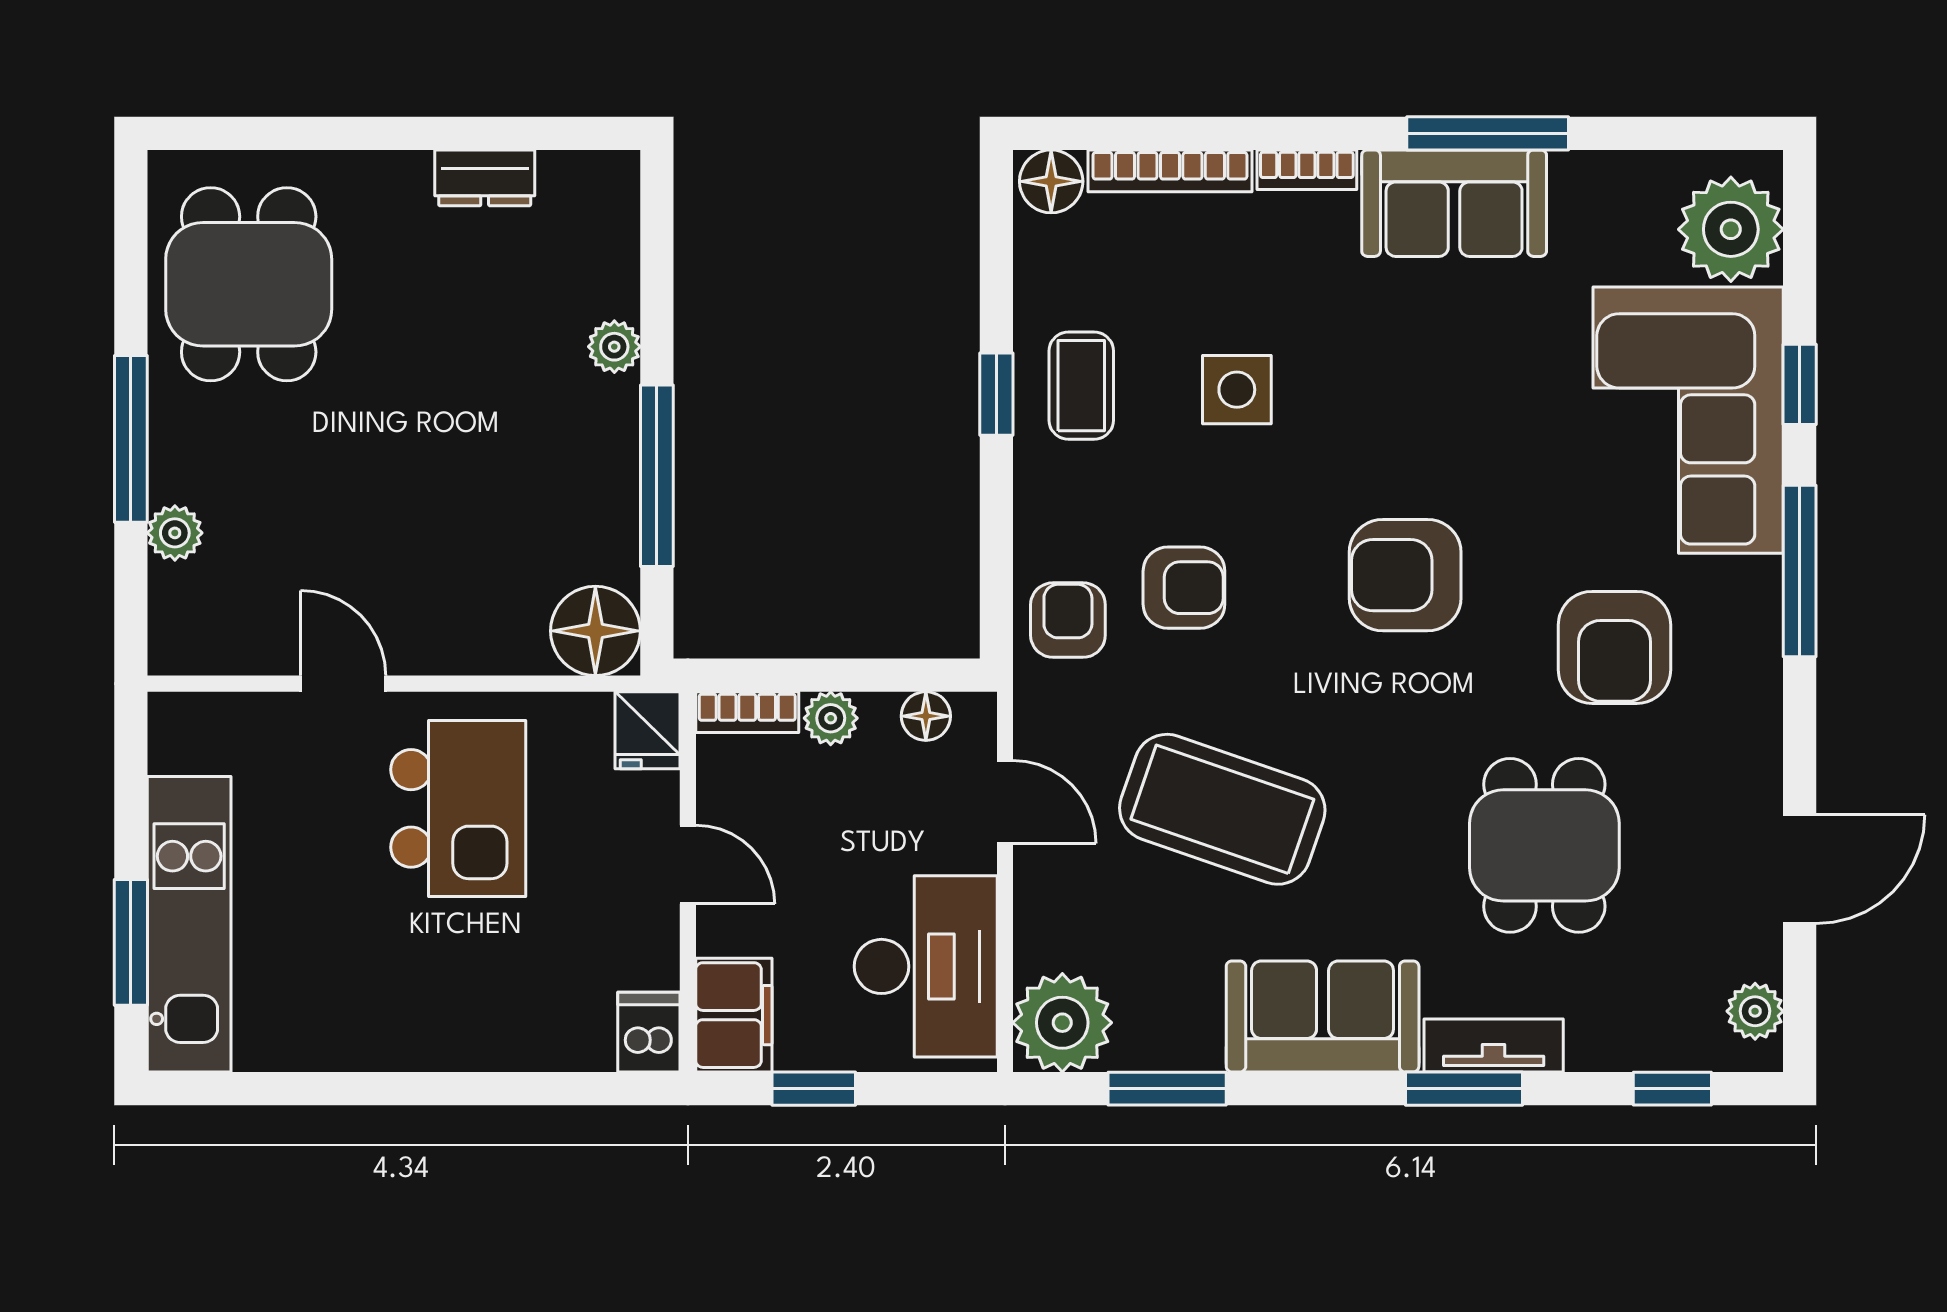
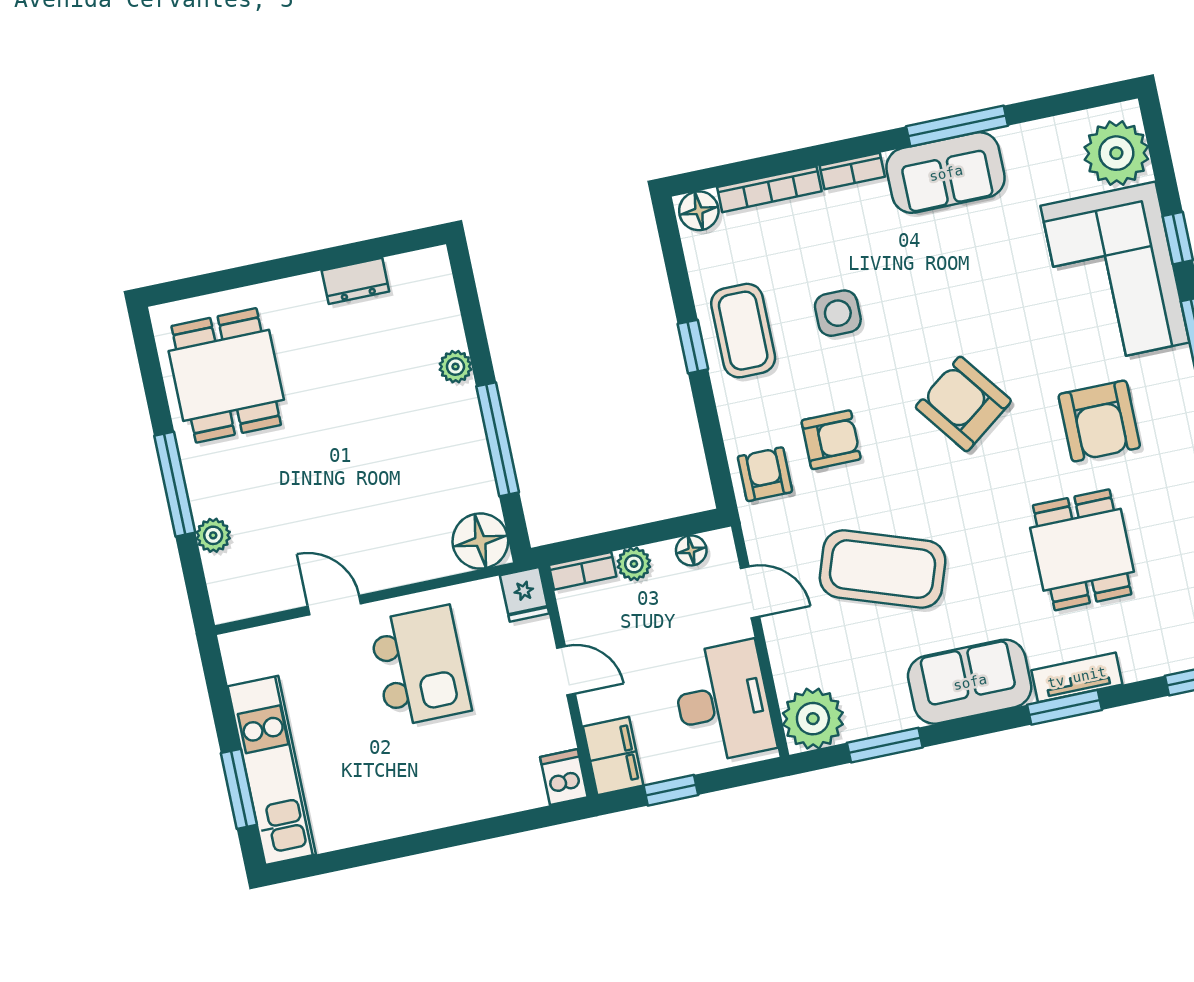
coffee table: (1081, 386) -> (743, 331), width x1.36, depth x1.30
armchair: (1405, 575) -> (963, 404), turned 53

